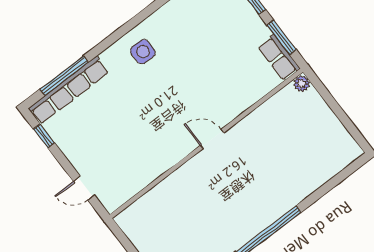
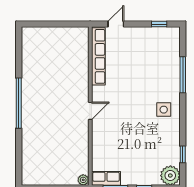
window: (64, 76) -> (183, 75), moved
row of seats: (69, 90) -> (98, 56), moved, turned 180

